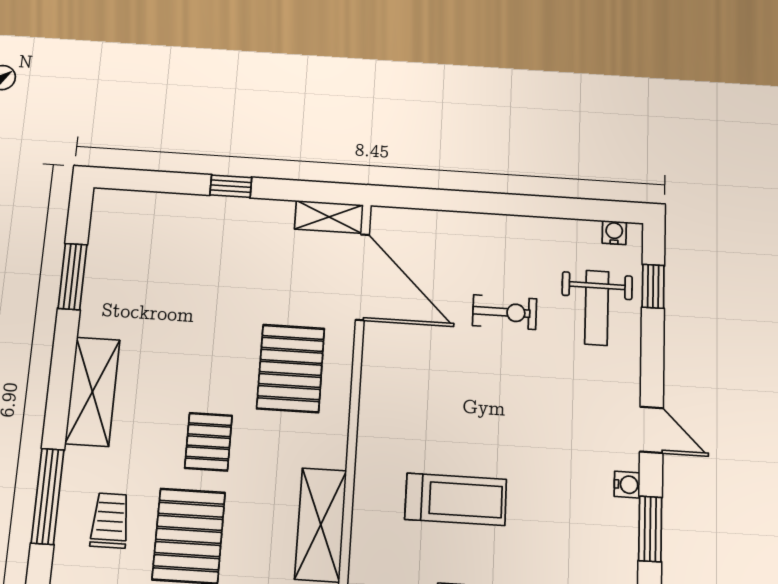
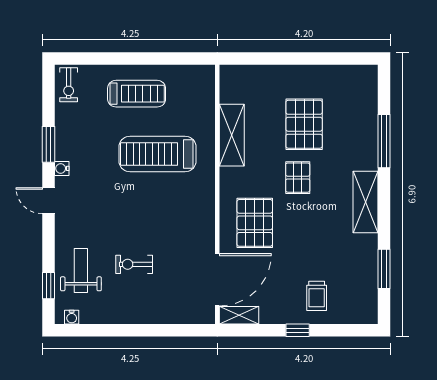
door: (362, 277) -> (217, 280), swing flipped
treadmill: (456, 499) -> (158, 154), width x1.37, depth x1.38
trolley: (110, 521) -> (317, 296), moved

